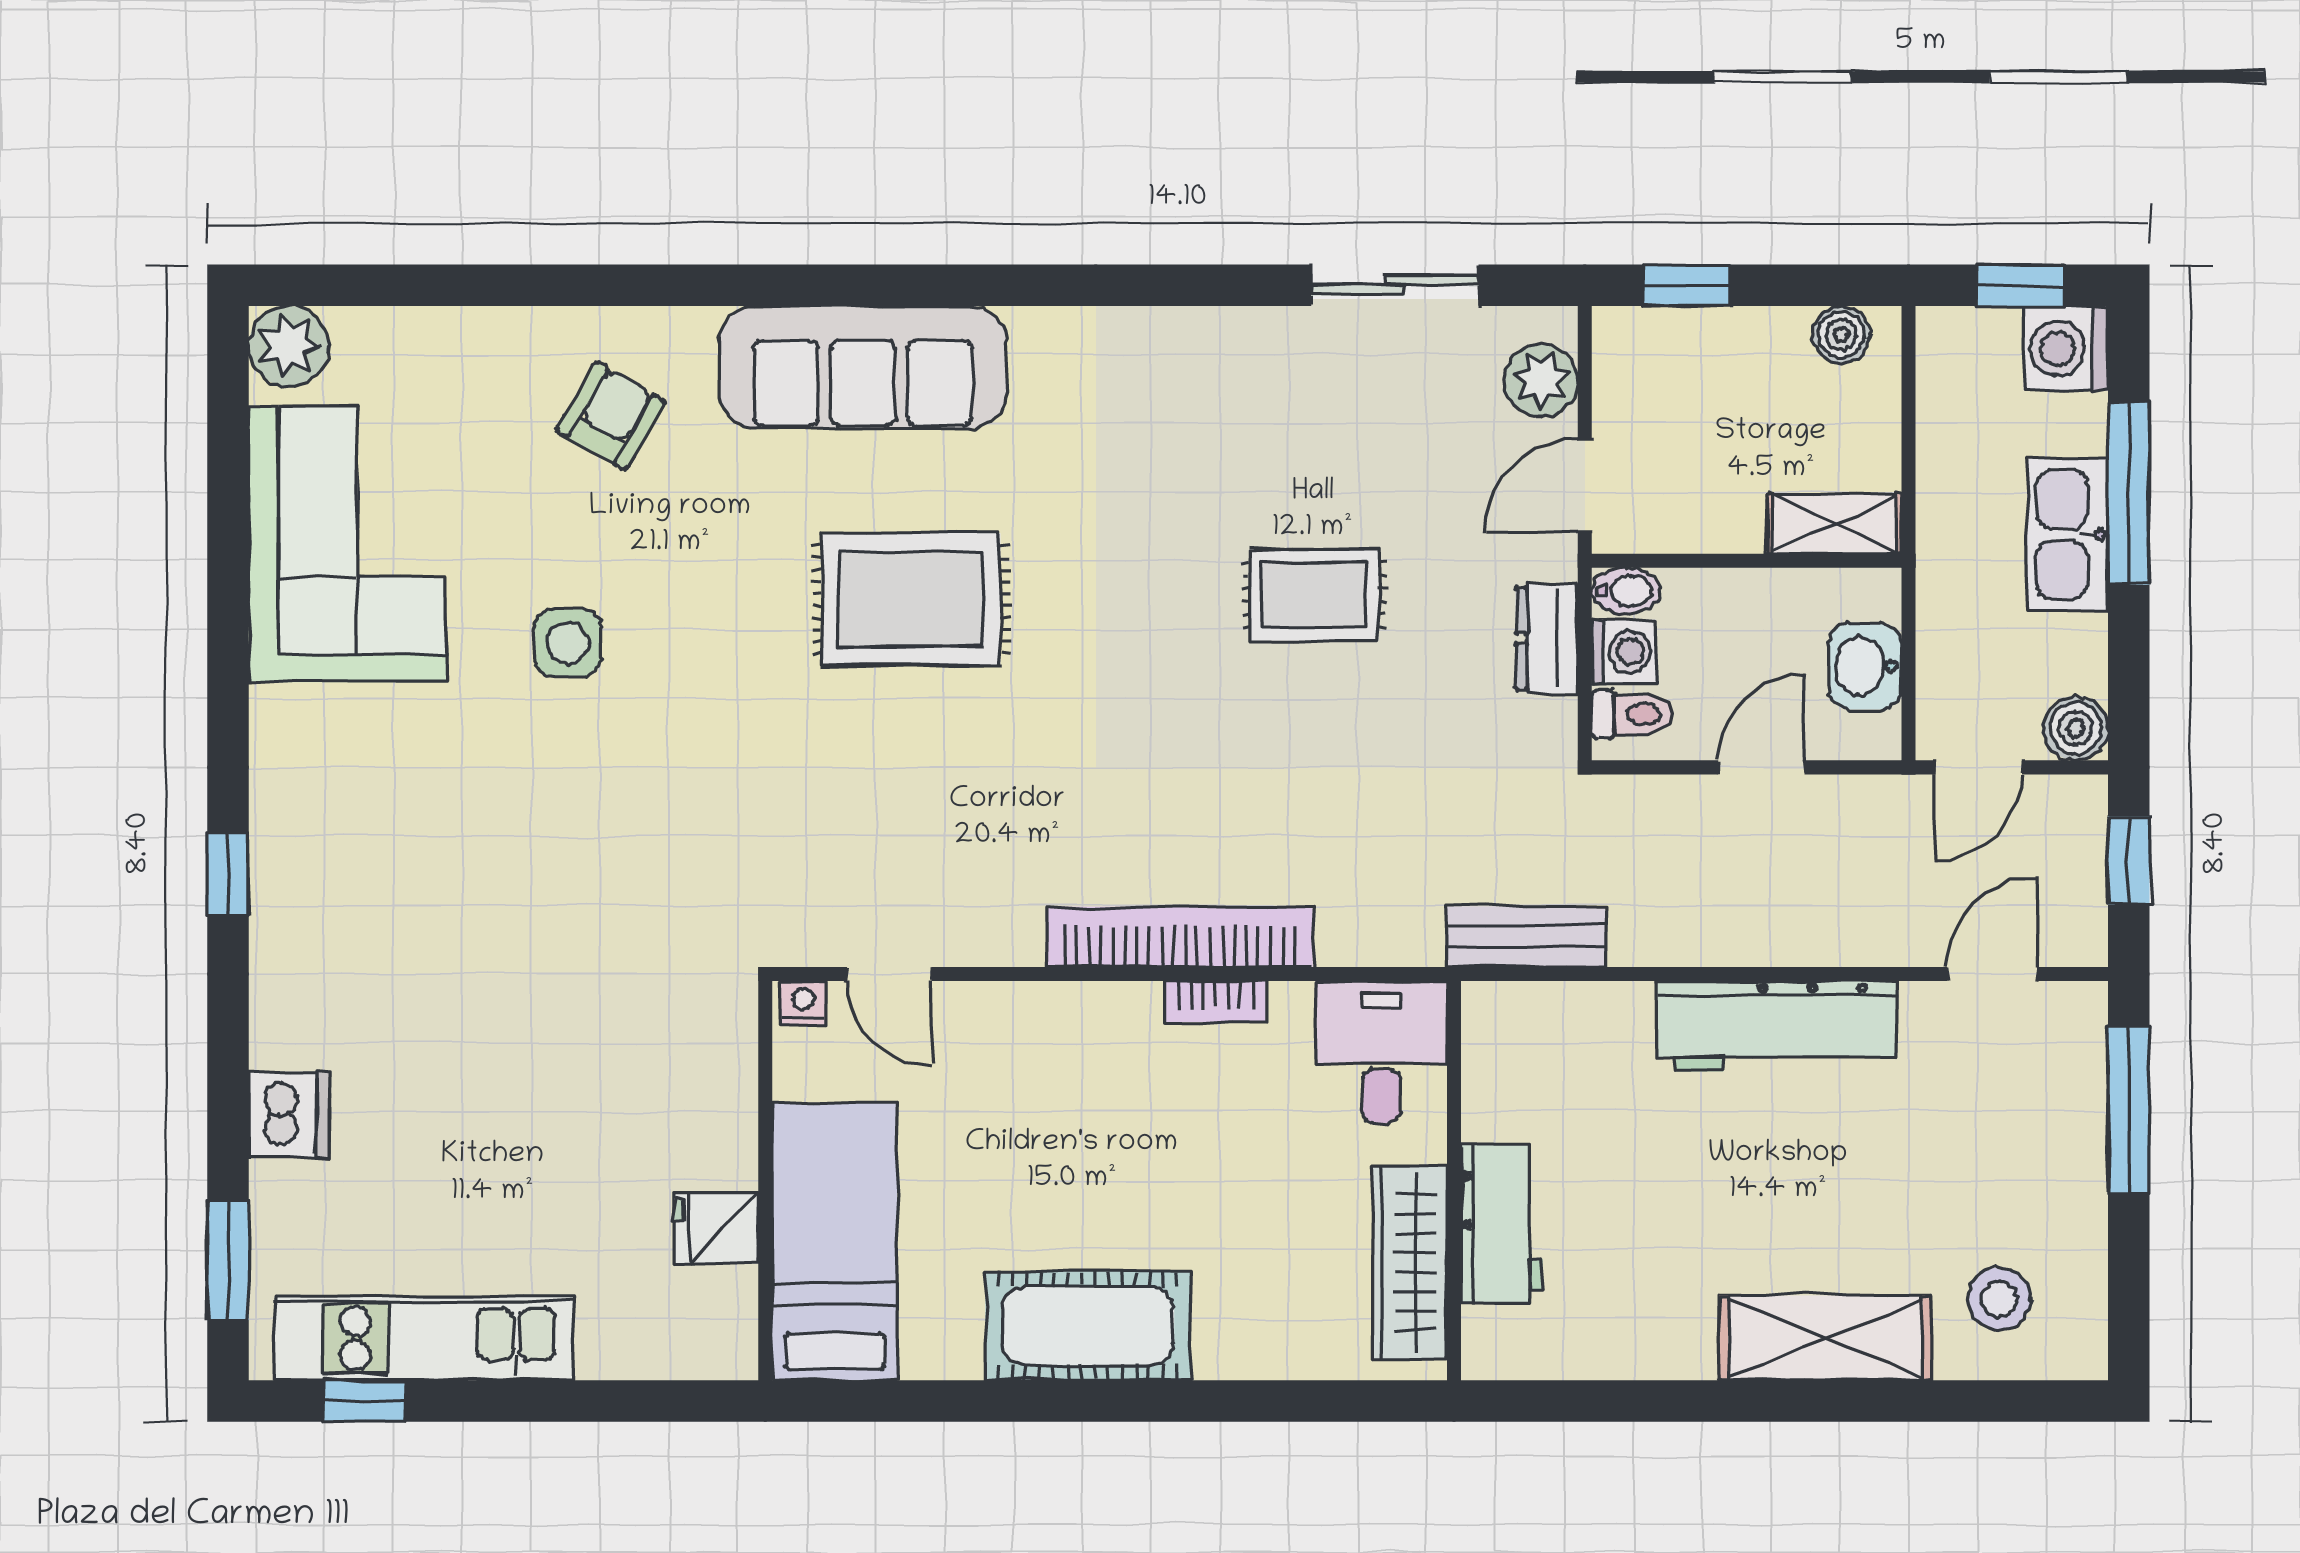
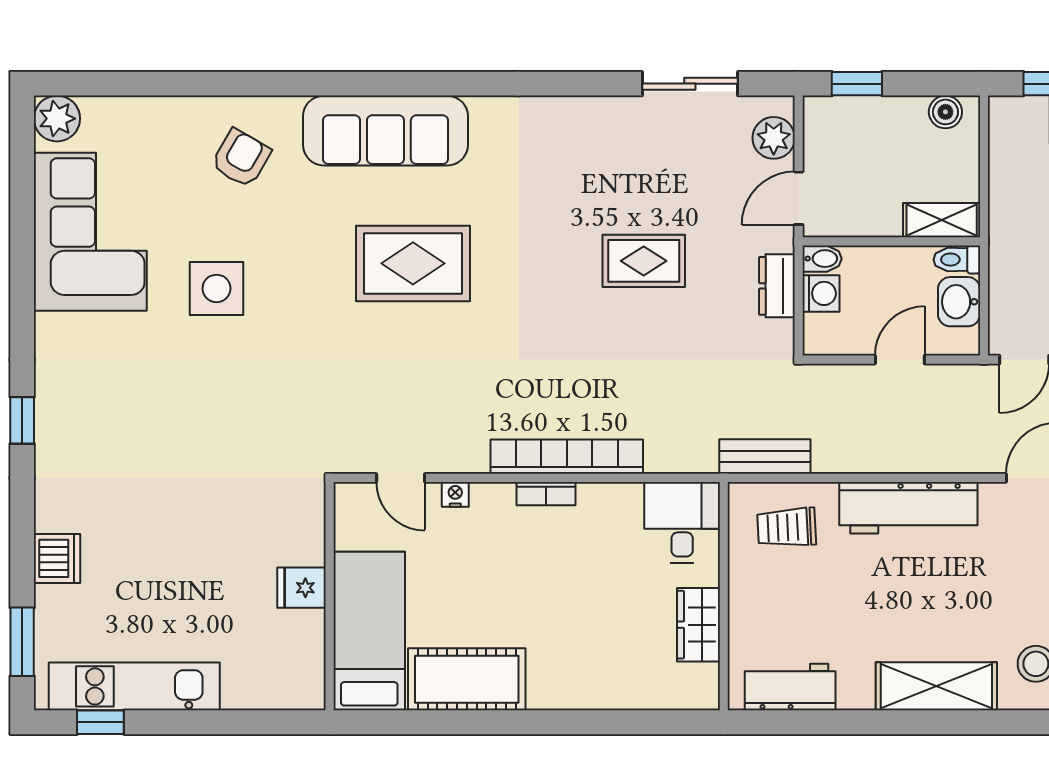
side table: (568, 643) -> (216, 288), width x1.37, depth x1.37
toilet: (1632, 714) -> (957, 260), moved, turned 180
bookcase: (1216, 1001) -> (546, 494), moved
nightstand: (803, 1003) -> (455, 494), moved
trolley: (1564, 1060) -> (787, 527), added
workbench: (1502, 1224) -> (790, 687), moved, turned -90
fridge: (716, 1228) -> (301, 588), moved
wardrobe: (1410, 1263) -> (698, 625), width x0.67
cot: (1088, 1326) -> (467, 679), moved

